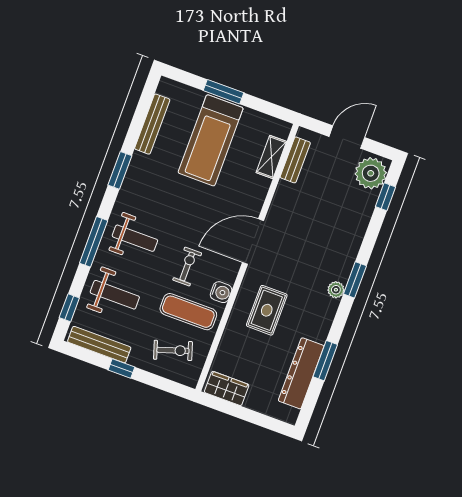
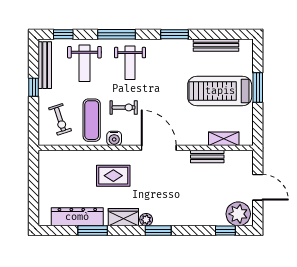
bench: (295, 160) -> (207, 157), moved
wardrobe: (227, 388) -> (123, 217), moved, turned -90

